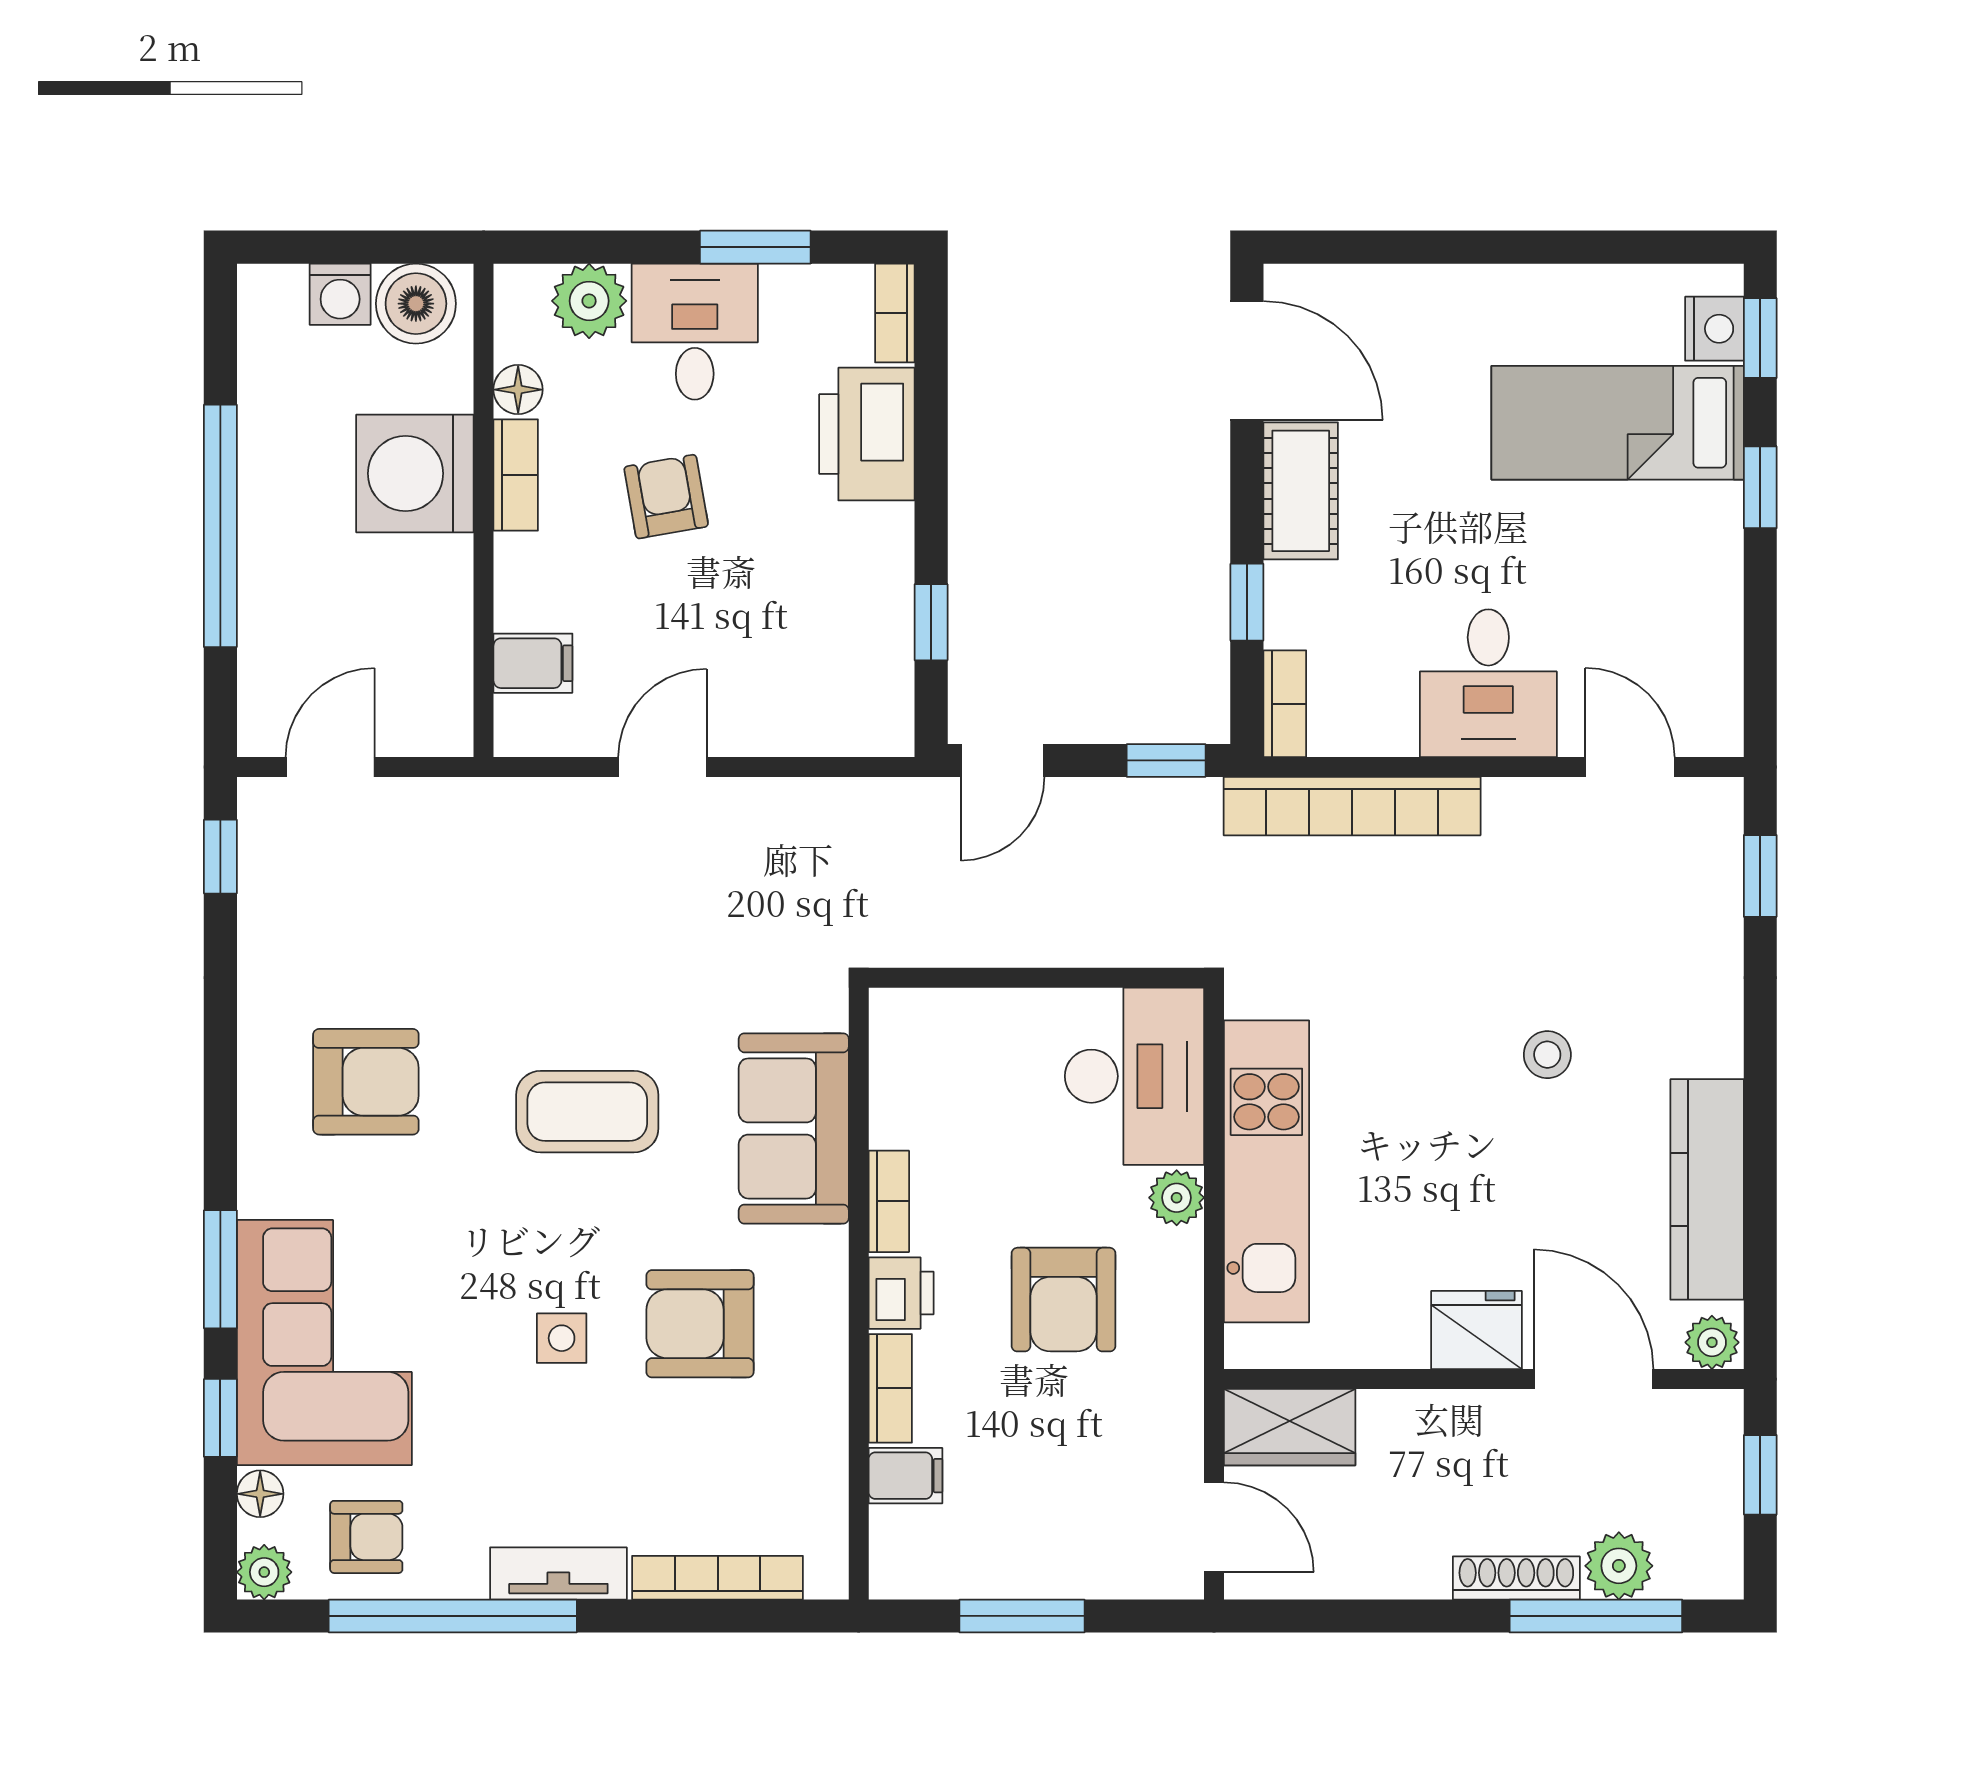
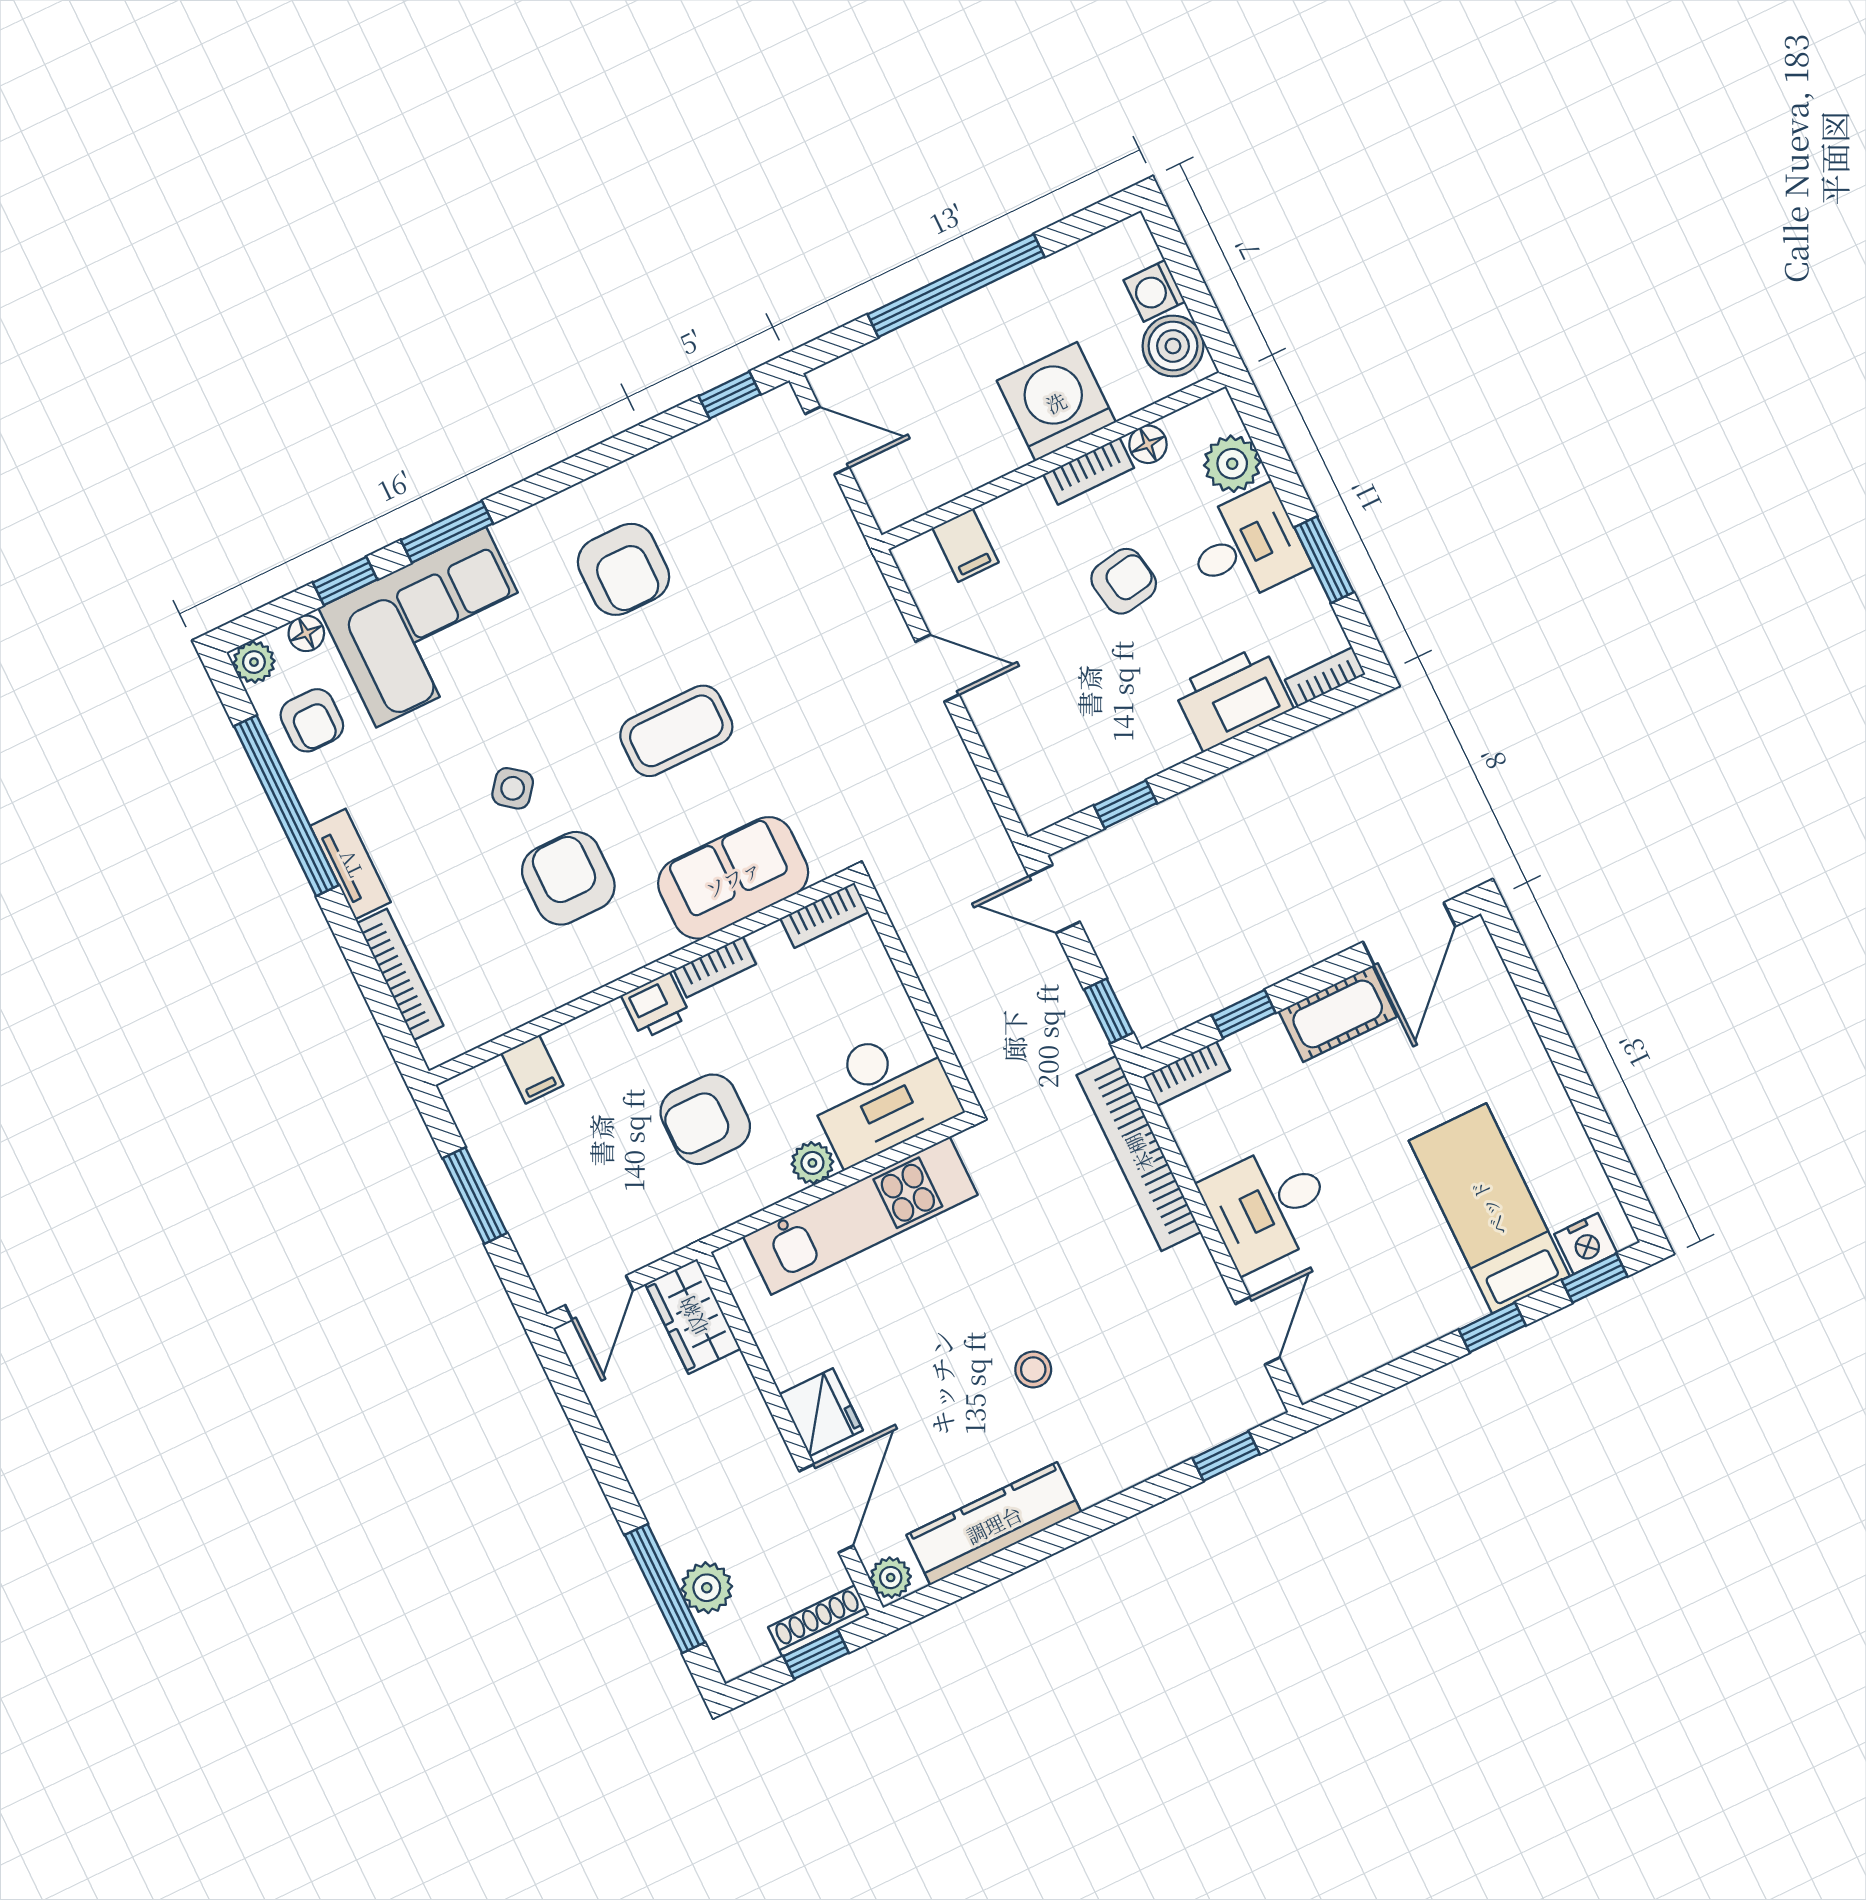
coffee table: (587, 1112) -> (676, 731), turned 90
side table: (562, 1338) -> (513, 788), turned 38
bookcase: (890, 1388) -> (824, 915), moved
shoe rack: (1516, 1578) -> (819, 1621), moved, turned -90

